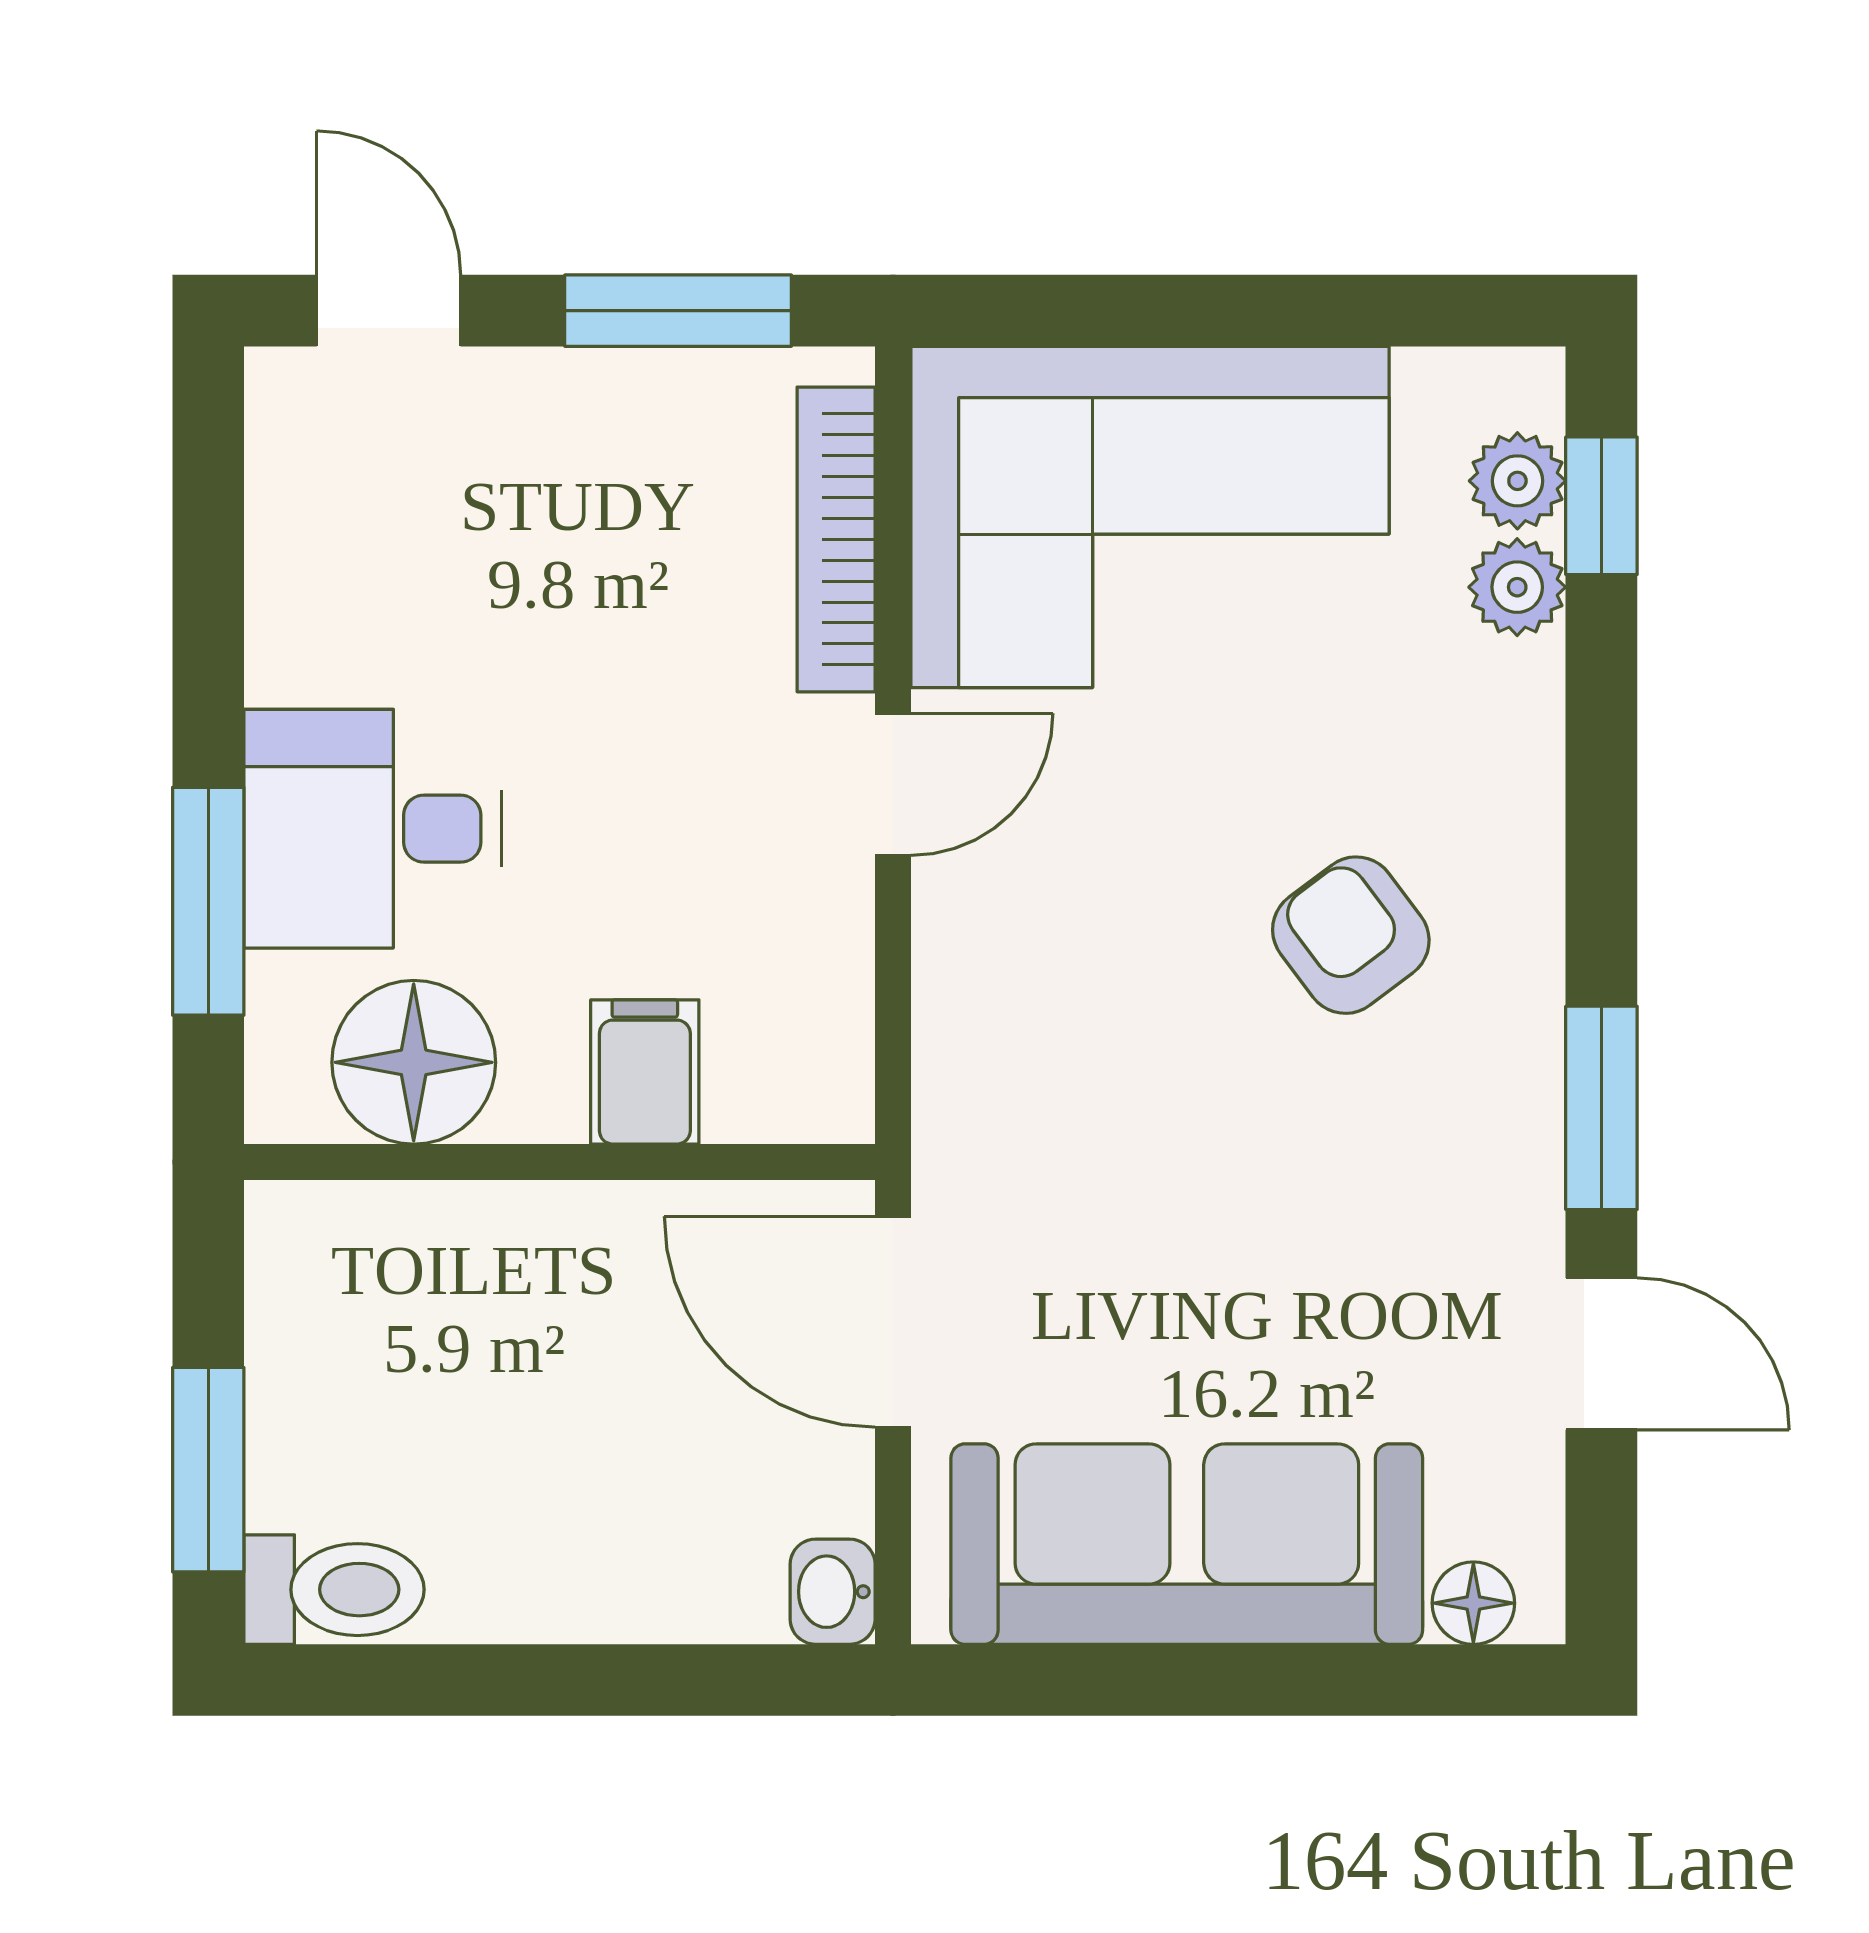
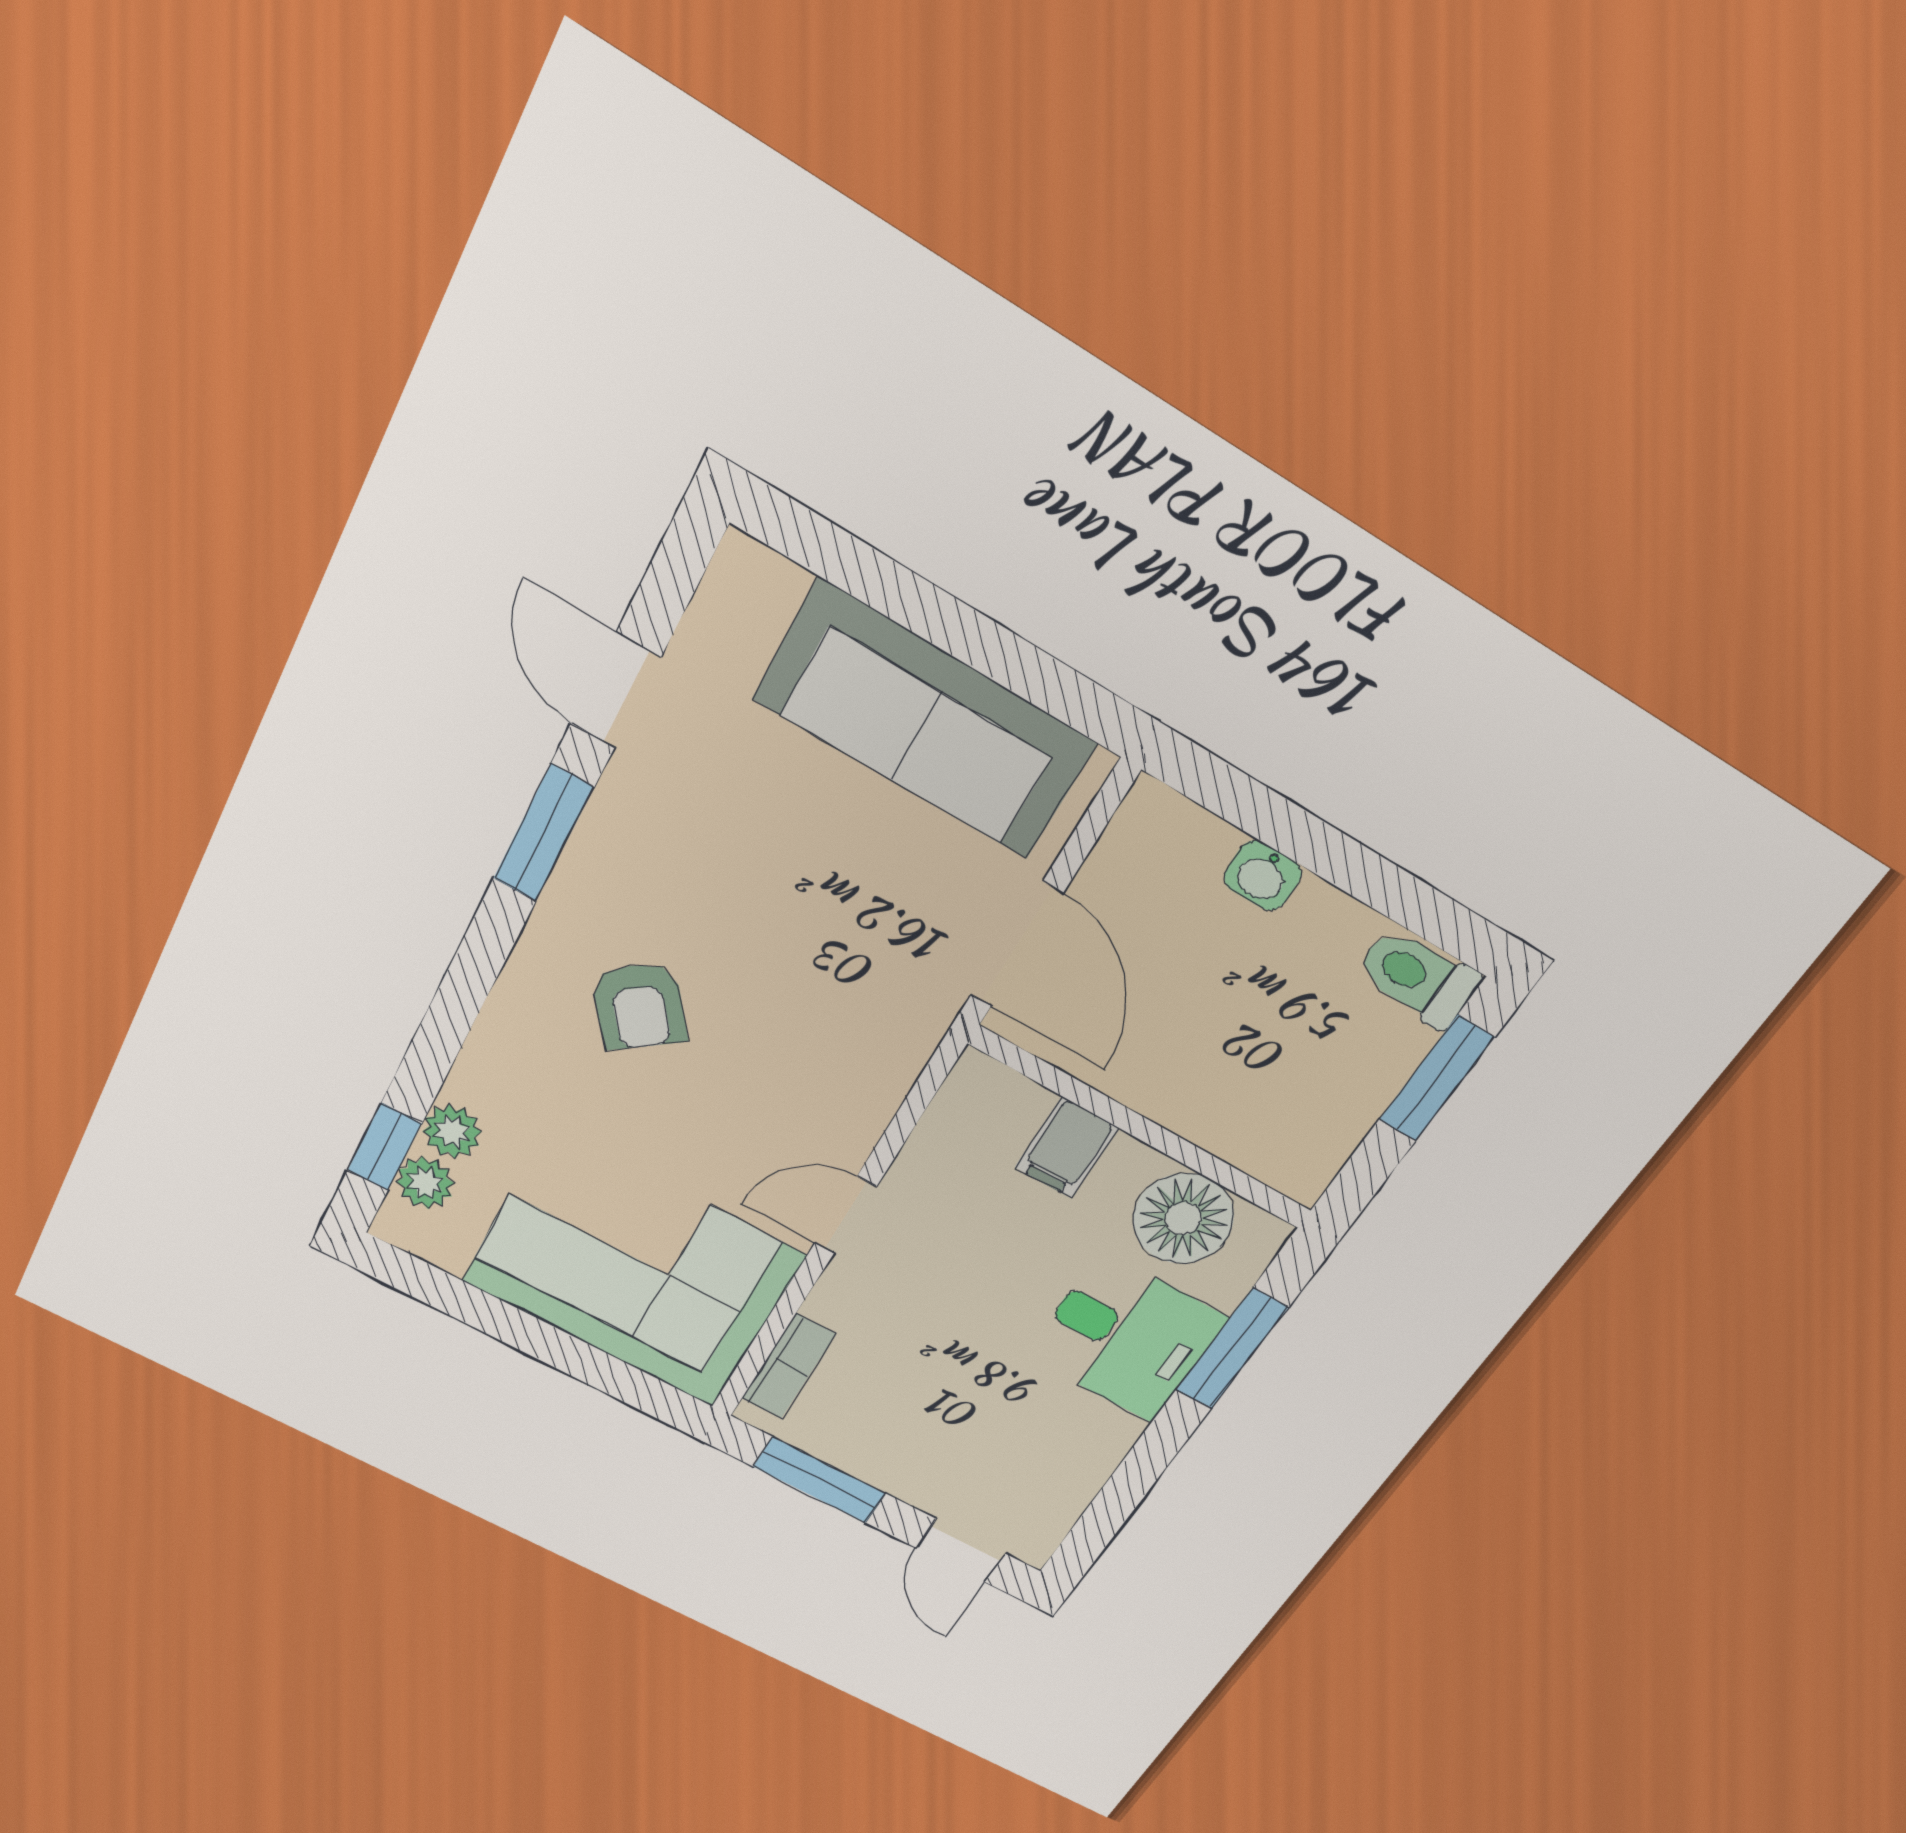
bookcase: (836, 539) -> (788, 1366), width x0.64
washbasin: (833, 1592) -> (1263, 876), moved, turned 90
floor lamp: (1473, 1603) -> (773, 583), removed

